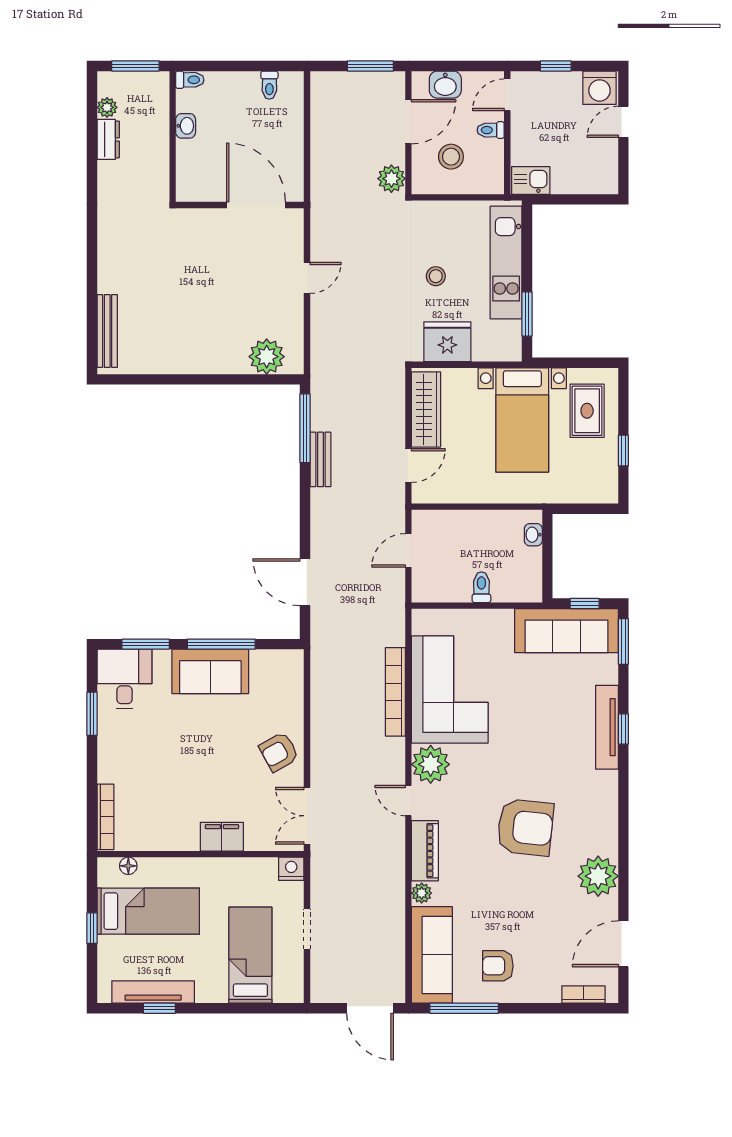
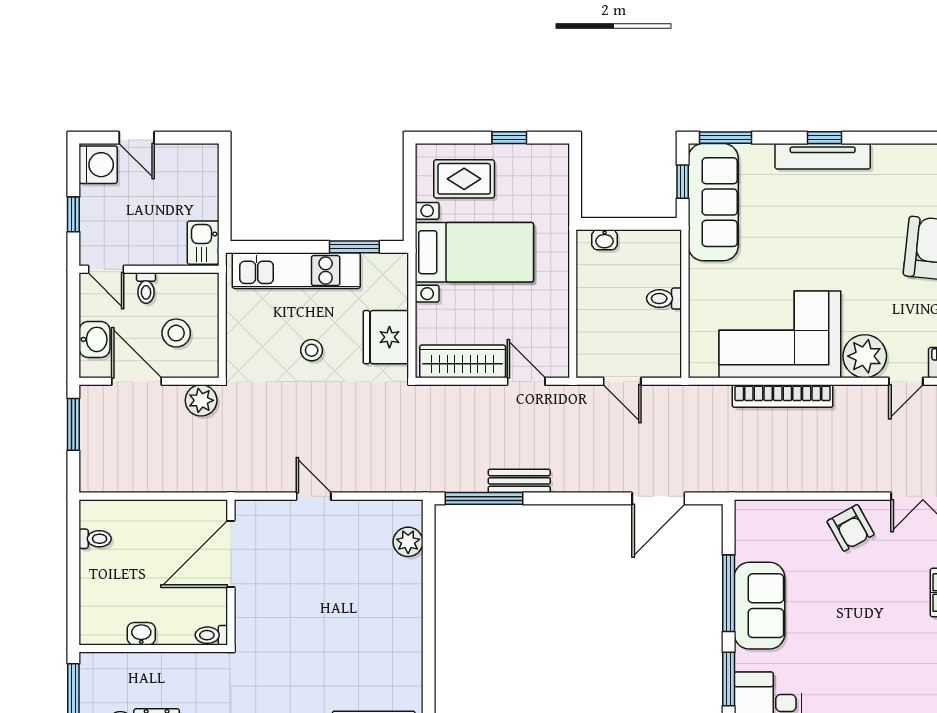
toilet: (190, 80) -> (211, 635), moved, turned -90
plant: (267, 357) -> (408, 542), width x0.73, depth x0.73

